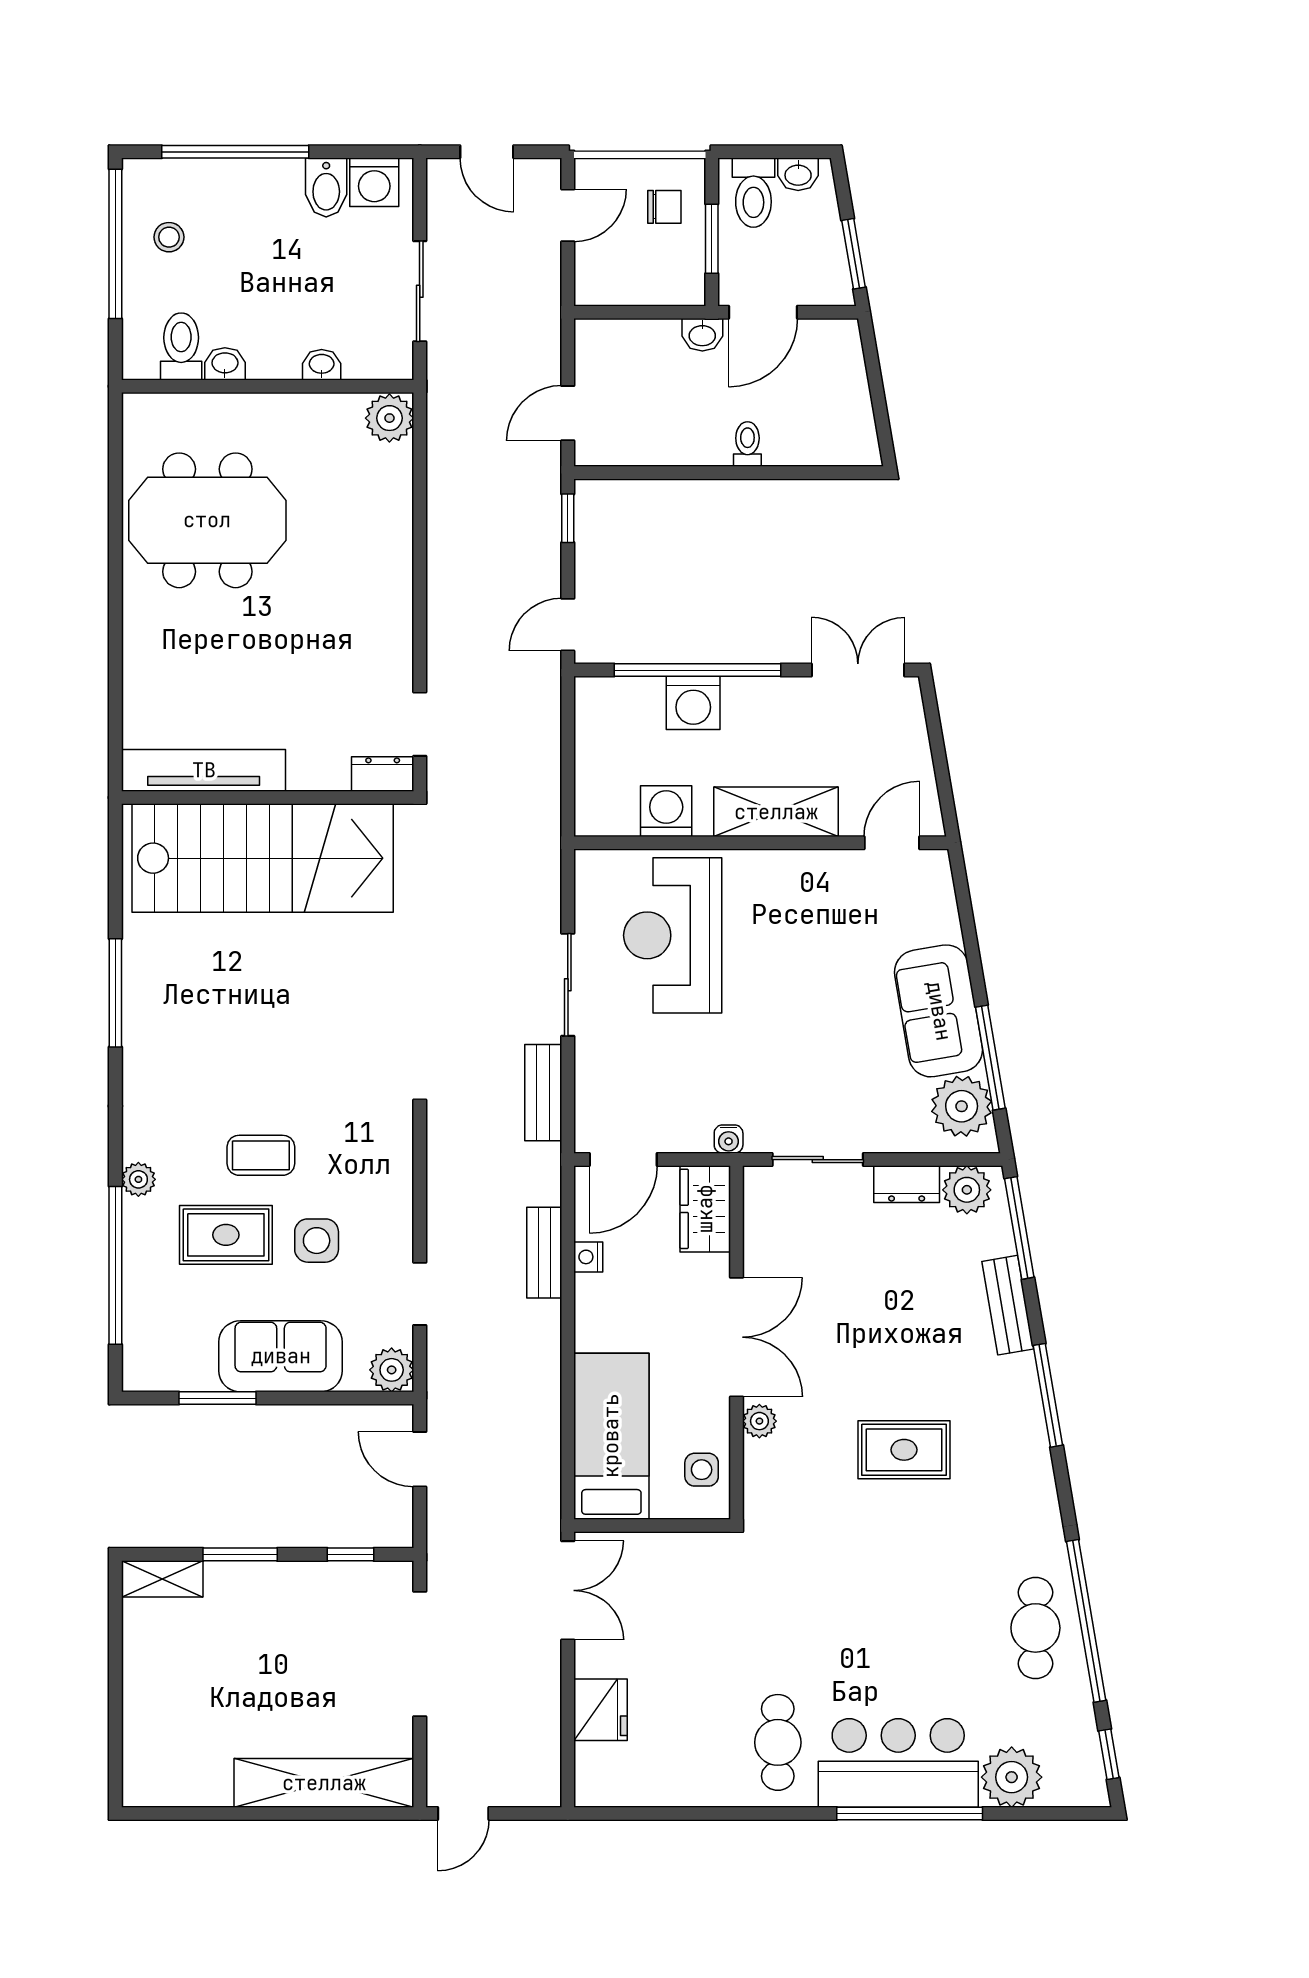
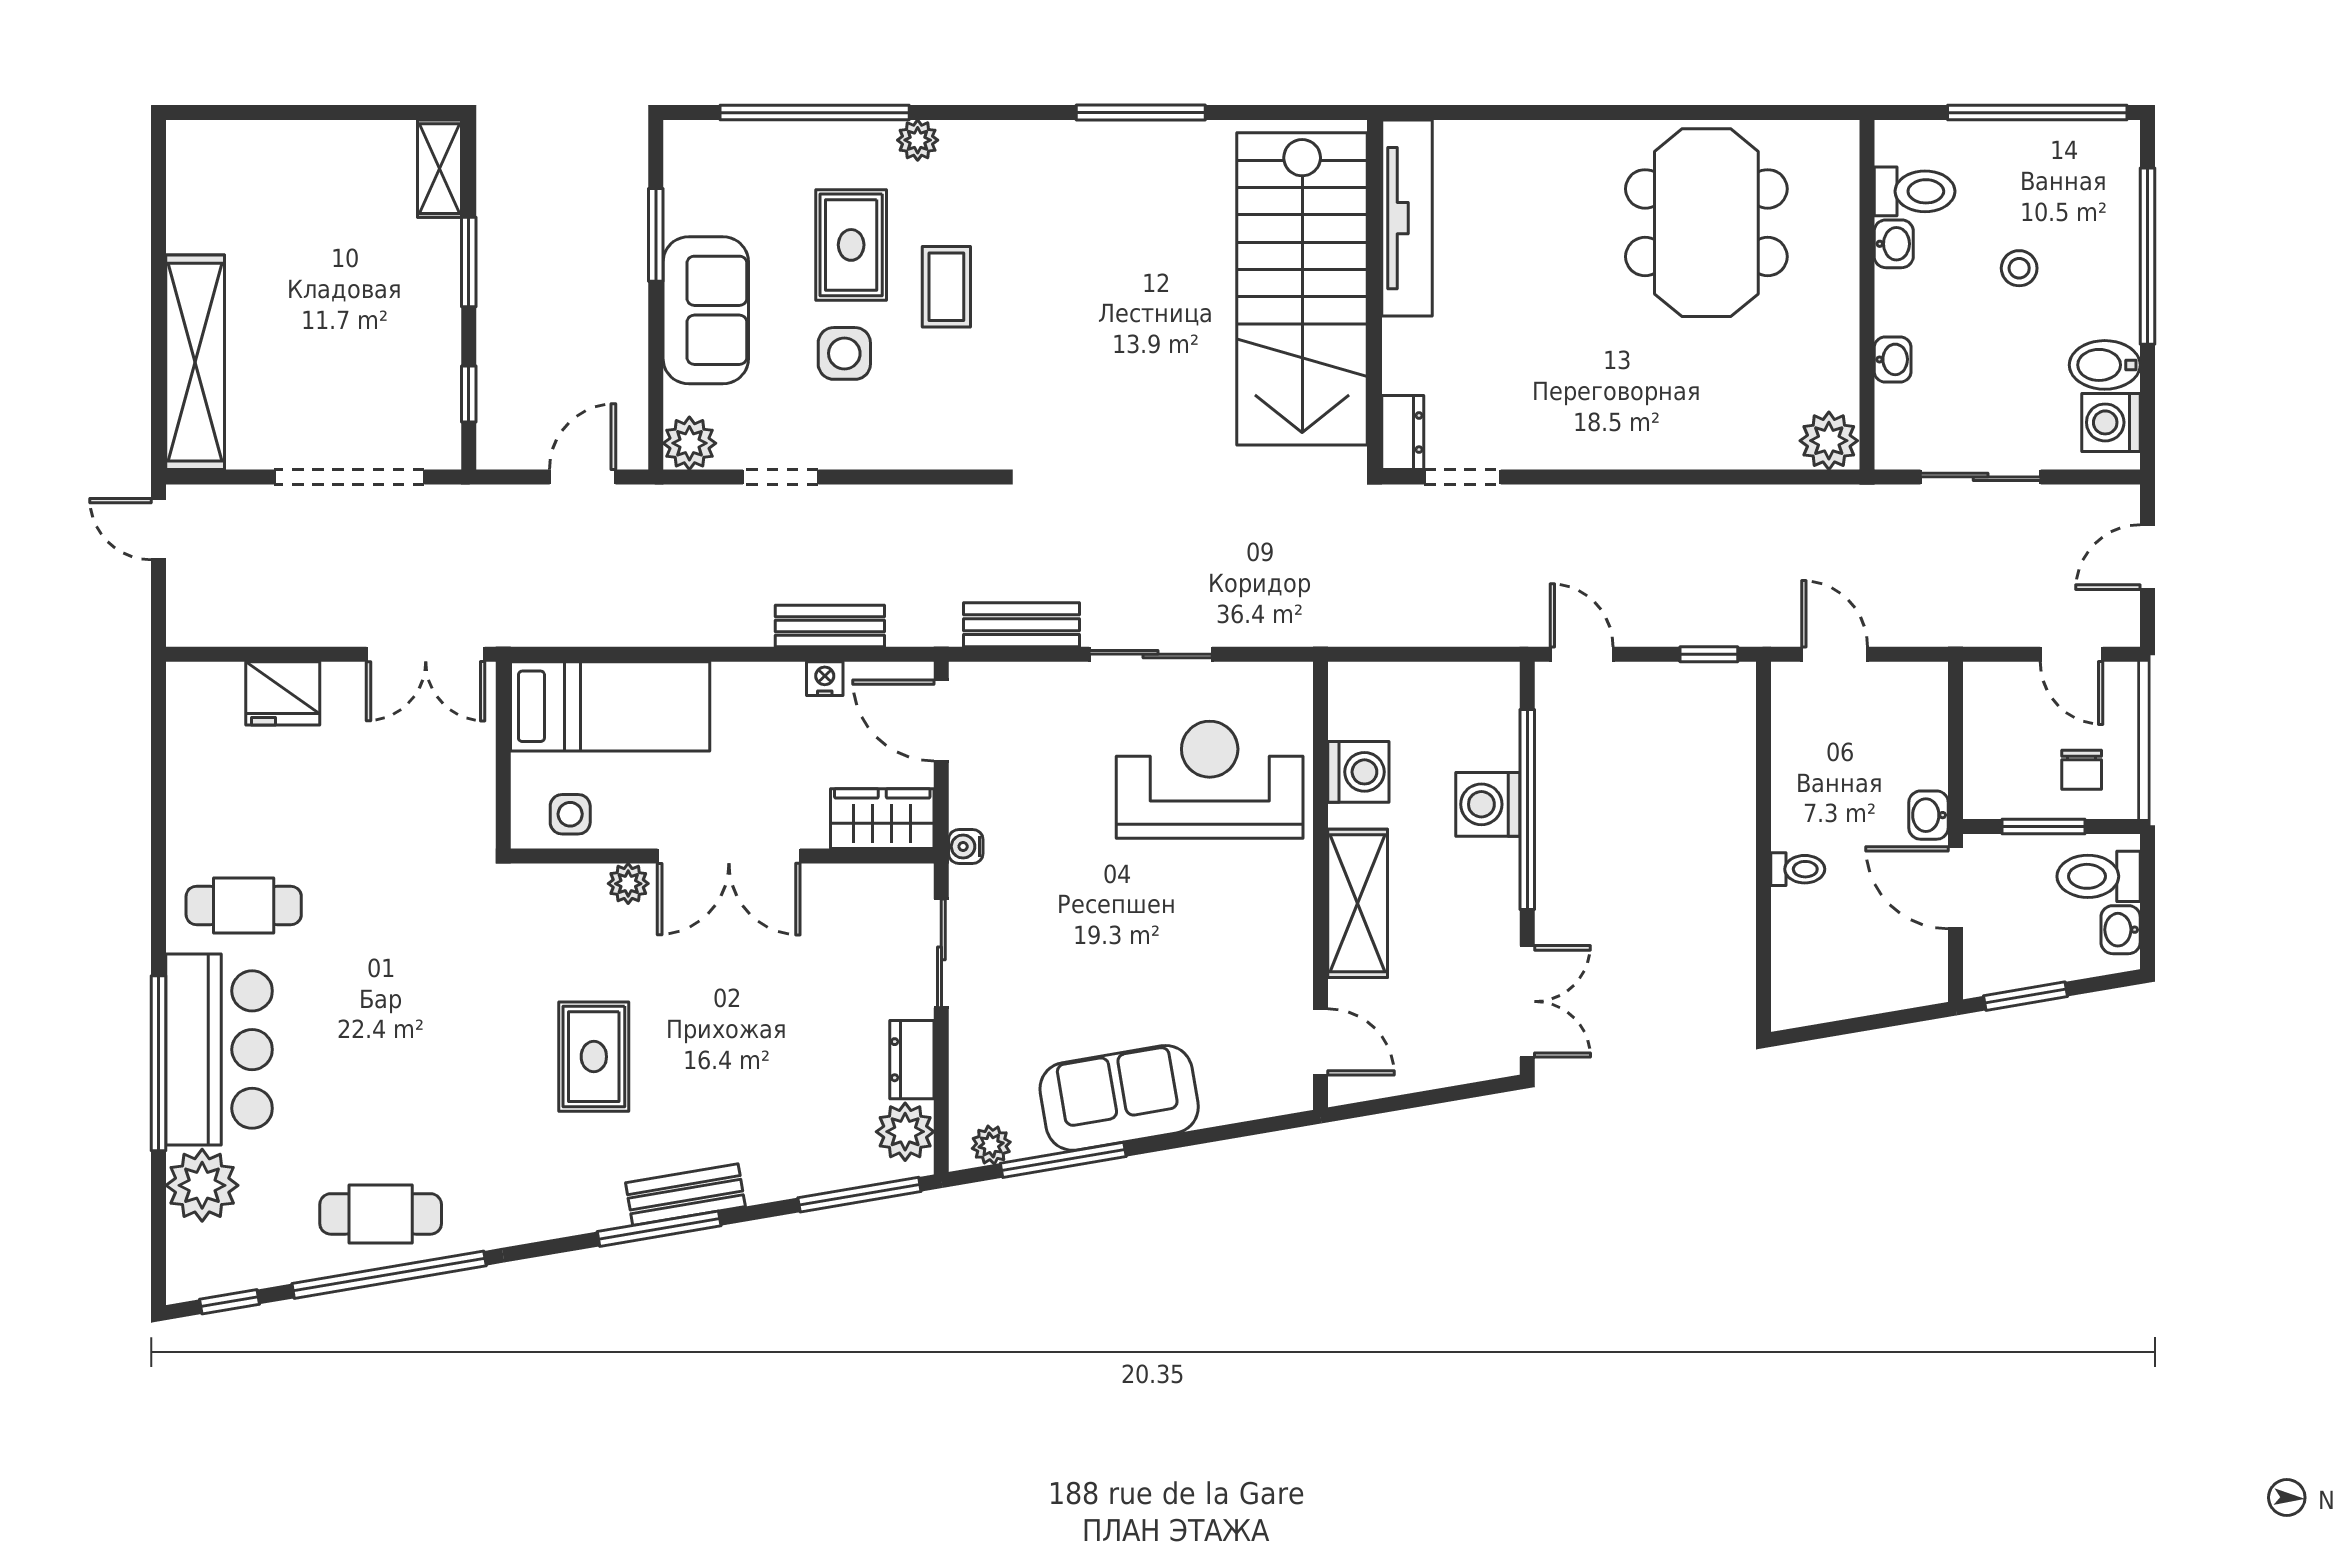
stool: (169, 237) -> (2019, 268), moved
plant: (962, 1106) -> (991, 1145), width x0.53, depth x0.53
bench: (1008, 1305) -> (685, 1195), moved

